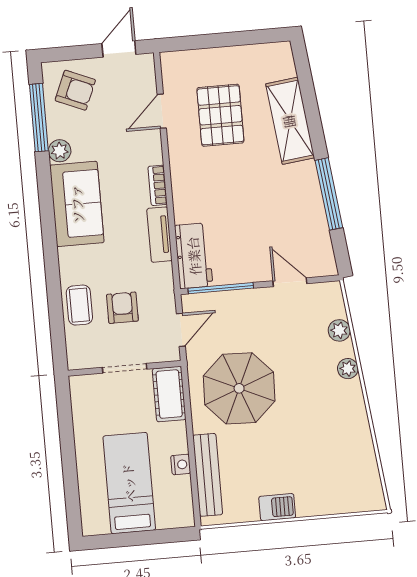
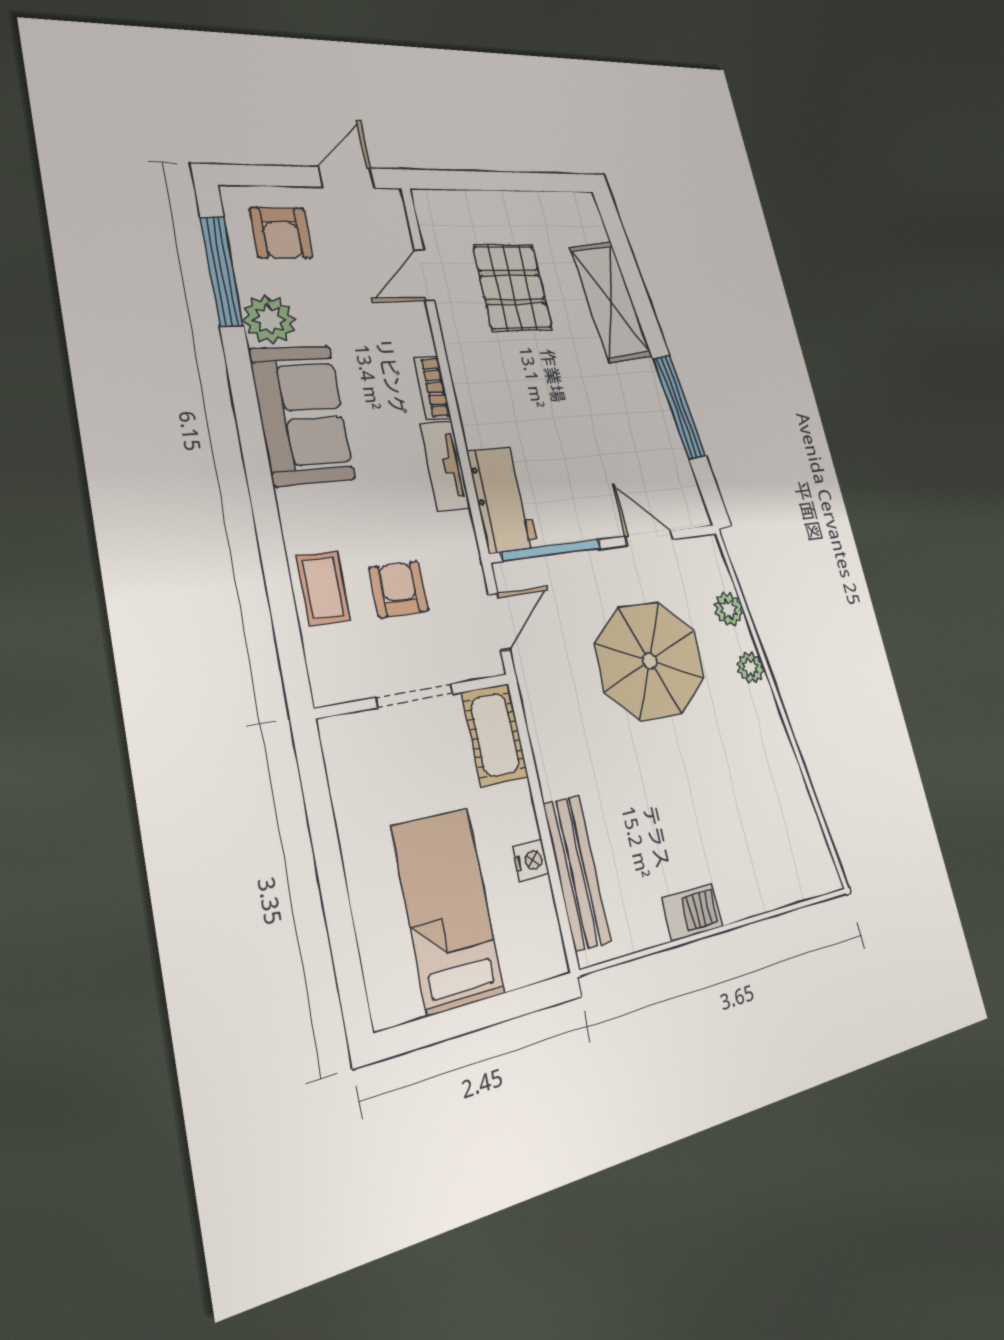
armchair: (75, 90) -> (281, 233), turned 67
plant: (60, 151) -> (269, 320), width x1.38, depth x1.38
parasol: (239, 388) -> (650, 661), moved

